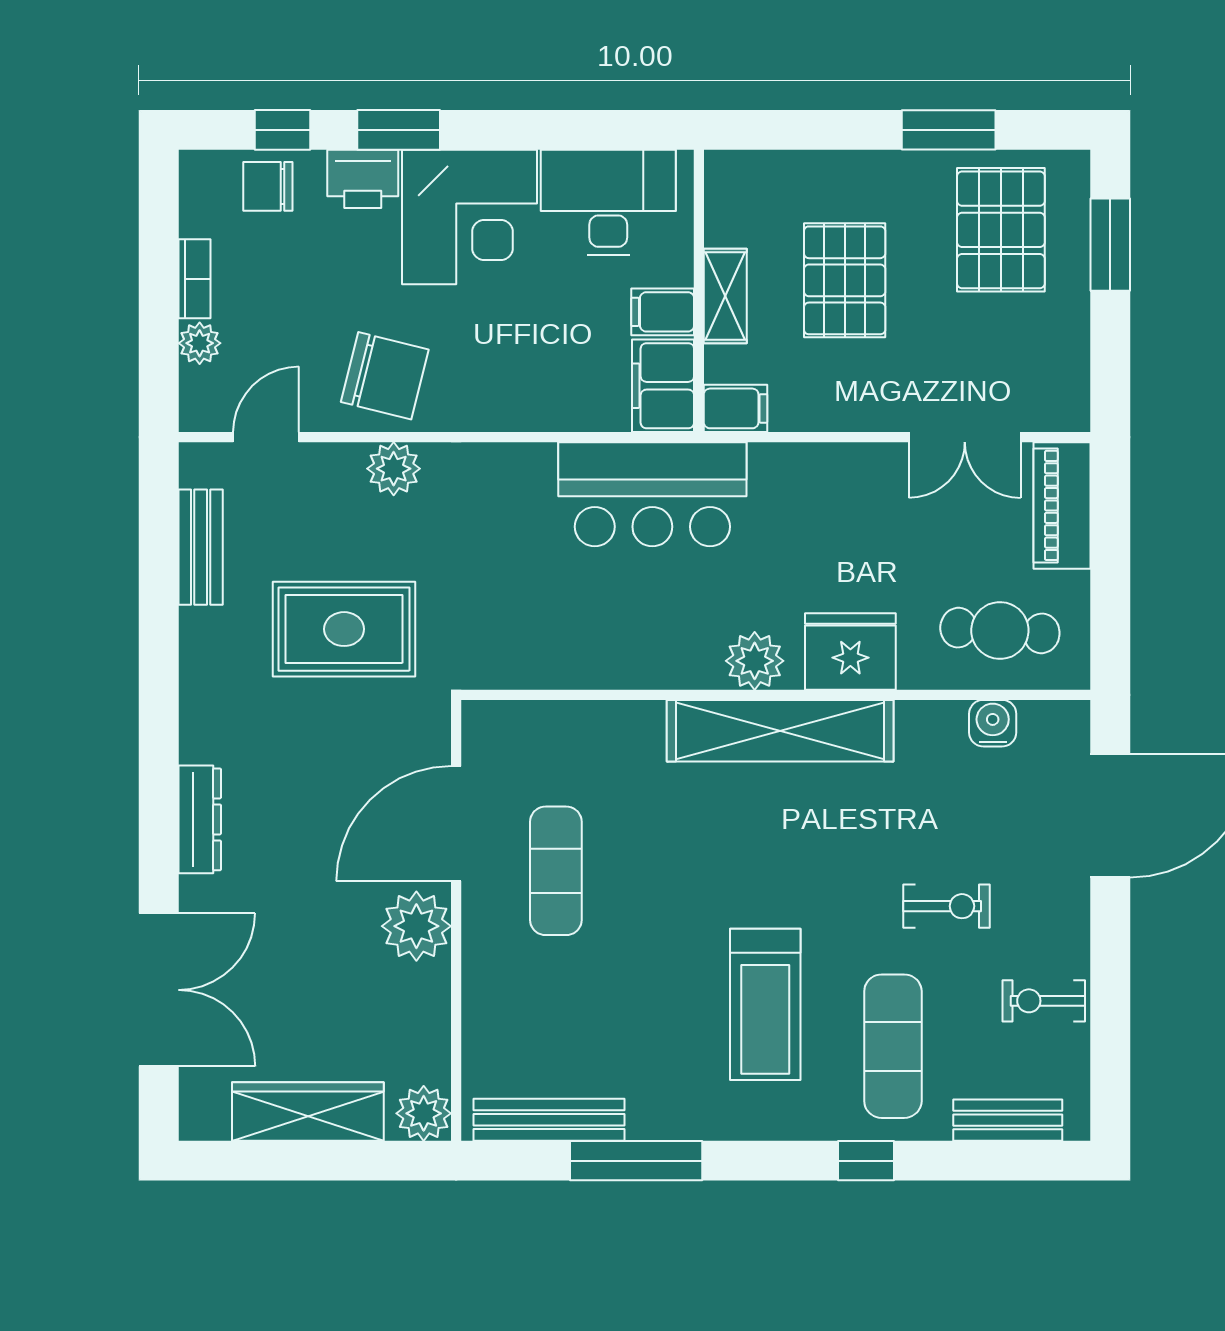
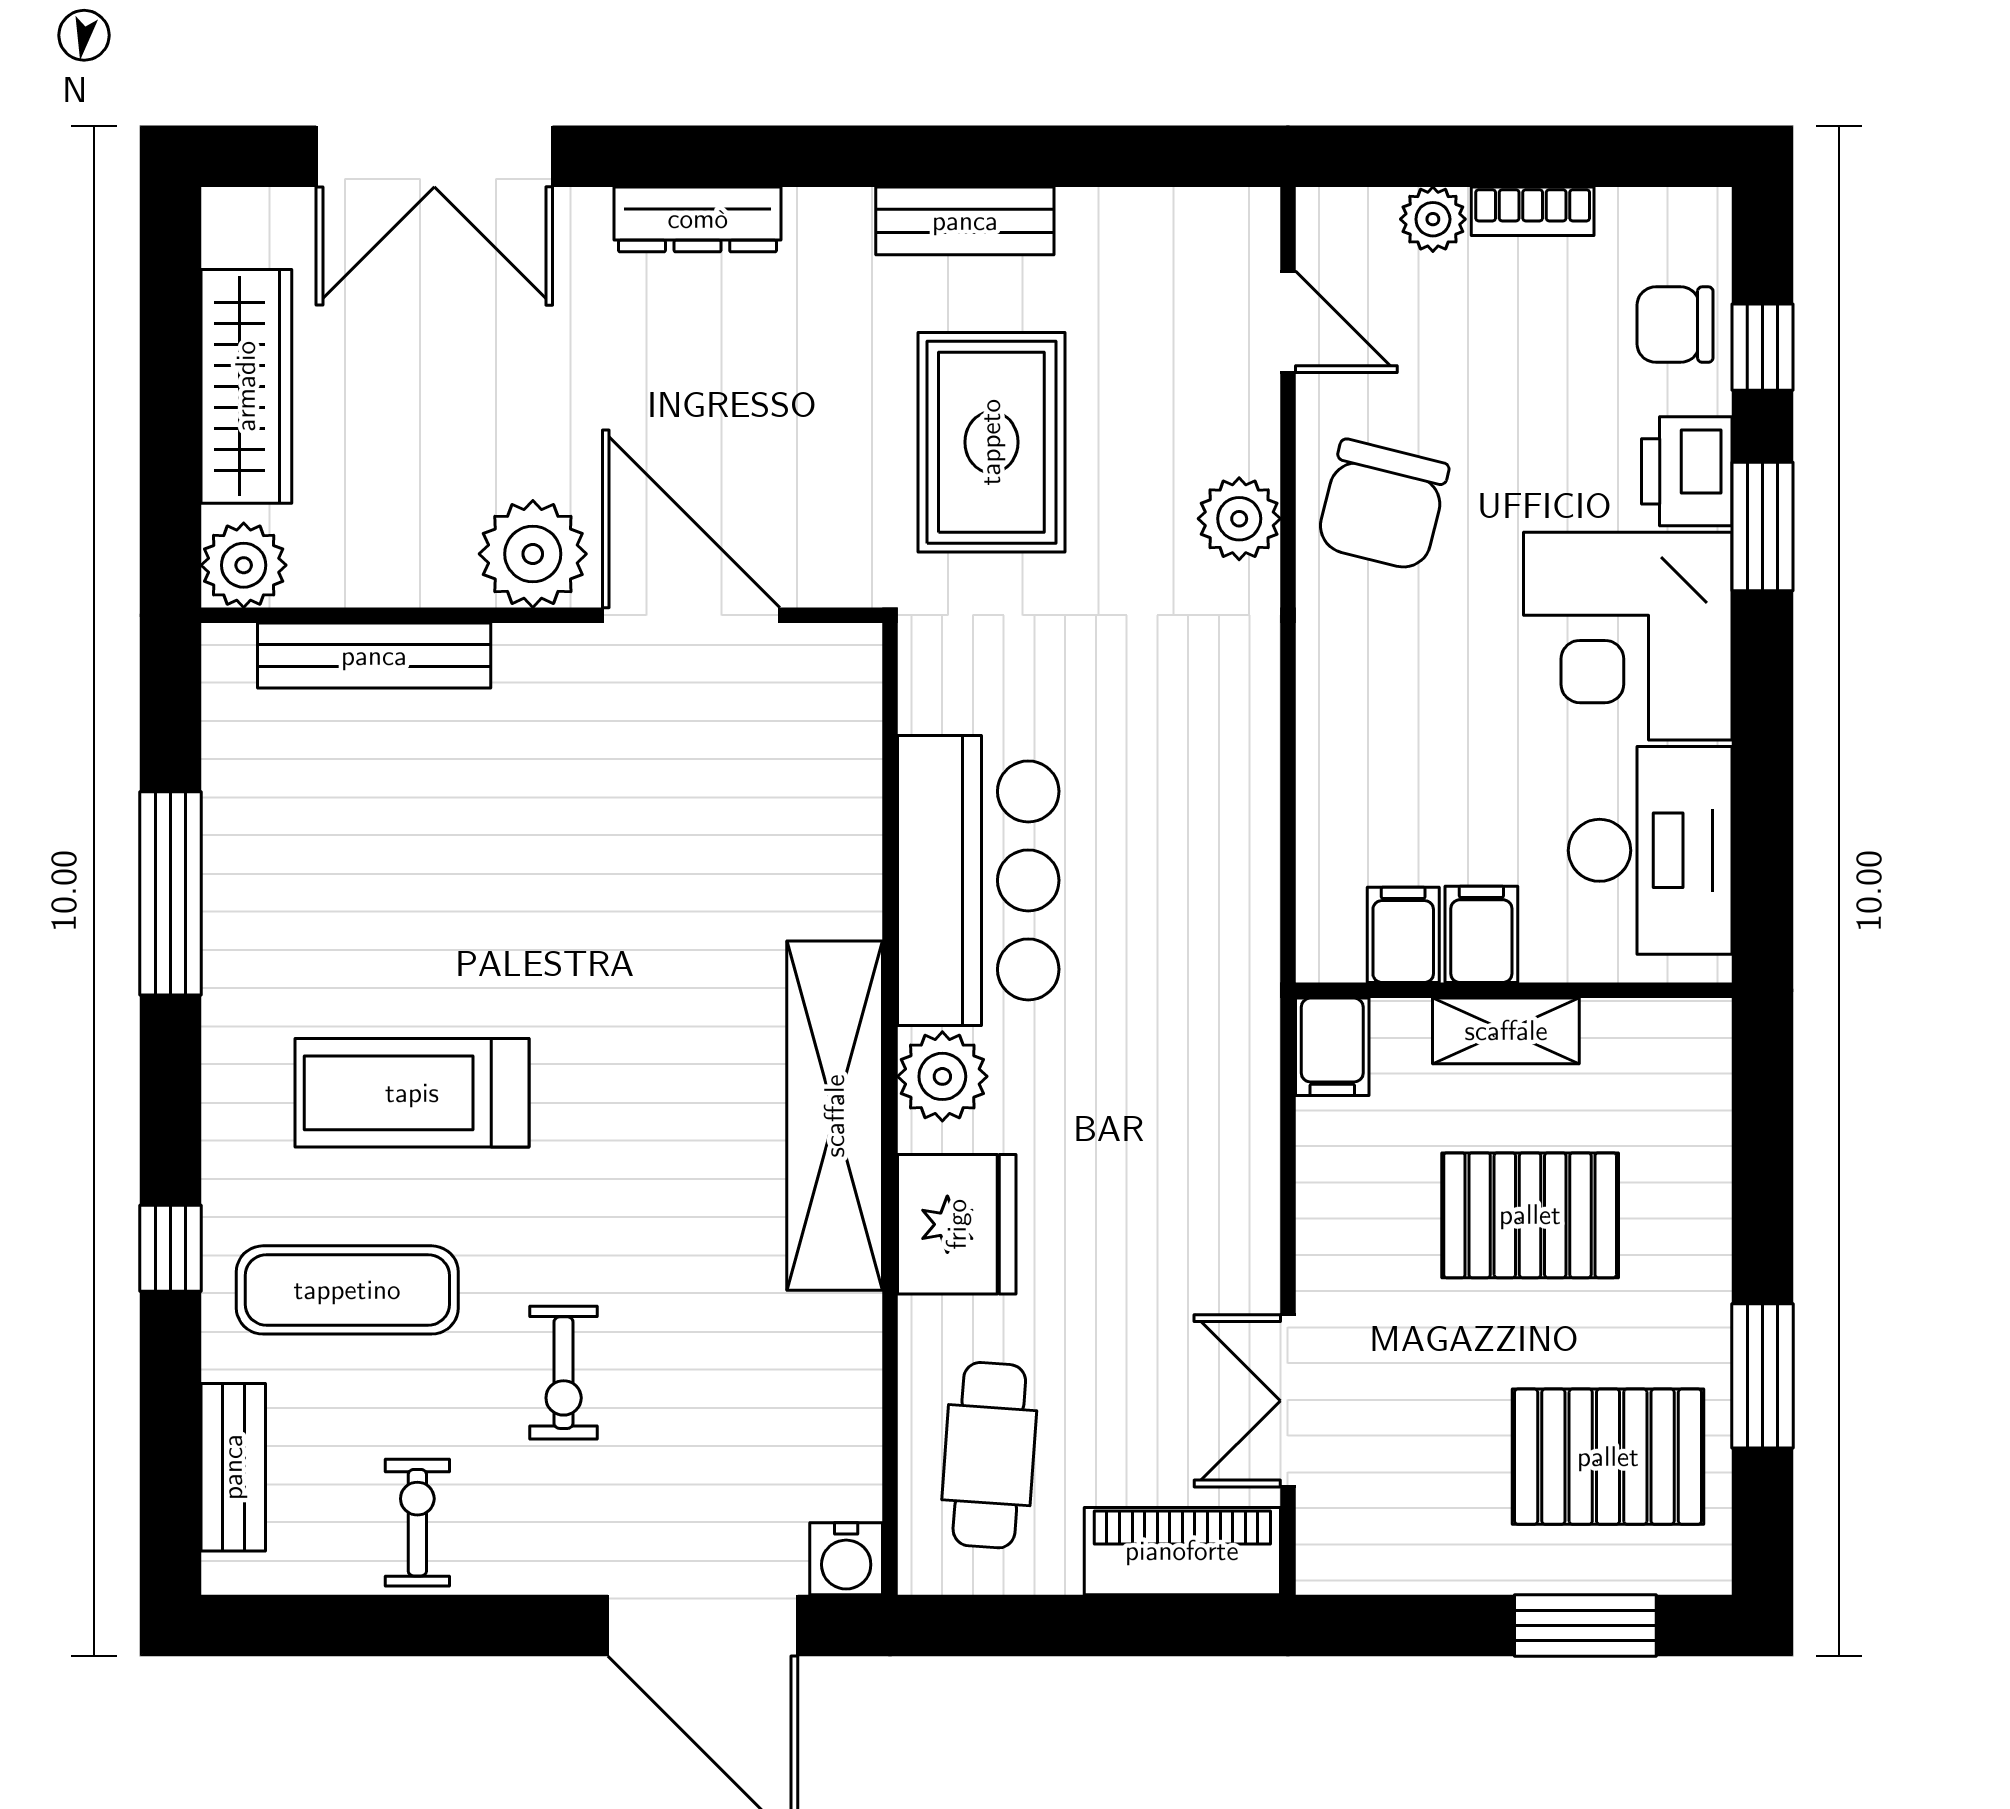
chair: (268, 186) -> (1675, 325), turned -90
filing cabinet: (663, 386) -> (1403, 935), width x0.50
bar counter: (652, 494) -> (978, 880), moved, turned 180
bench: (201, 547) -> (965, 221), moved
water cooler: (993, 723) -> (846, 1559), moved, turned 90
exercise mat: (556, 871) -> (618, 769), removed
bench: (549, 1120) -> (374, 656), moved, turned 90

